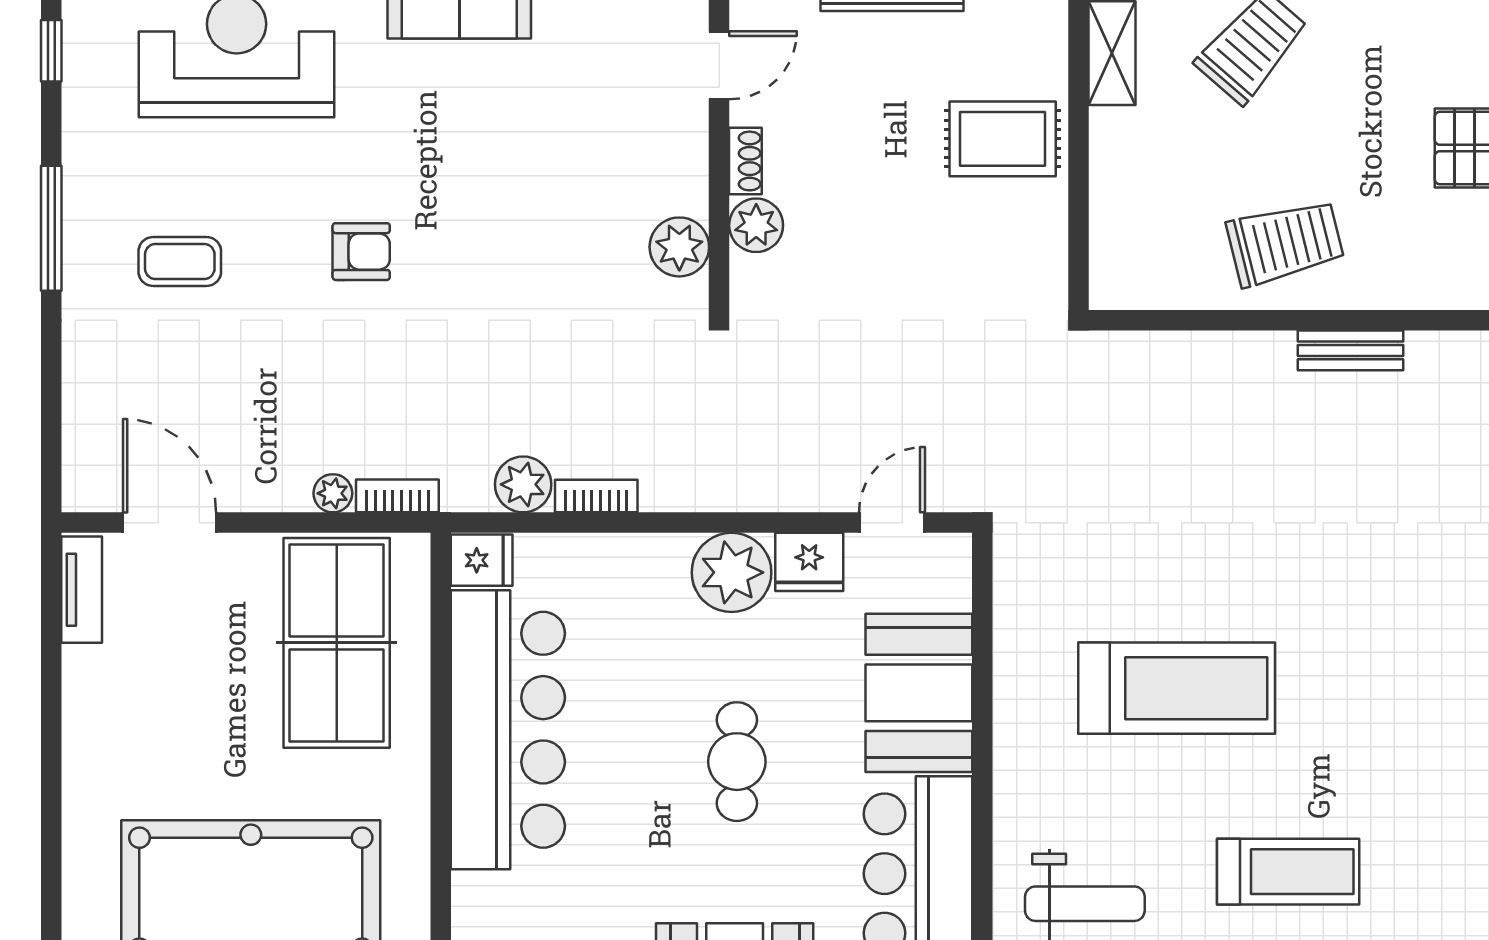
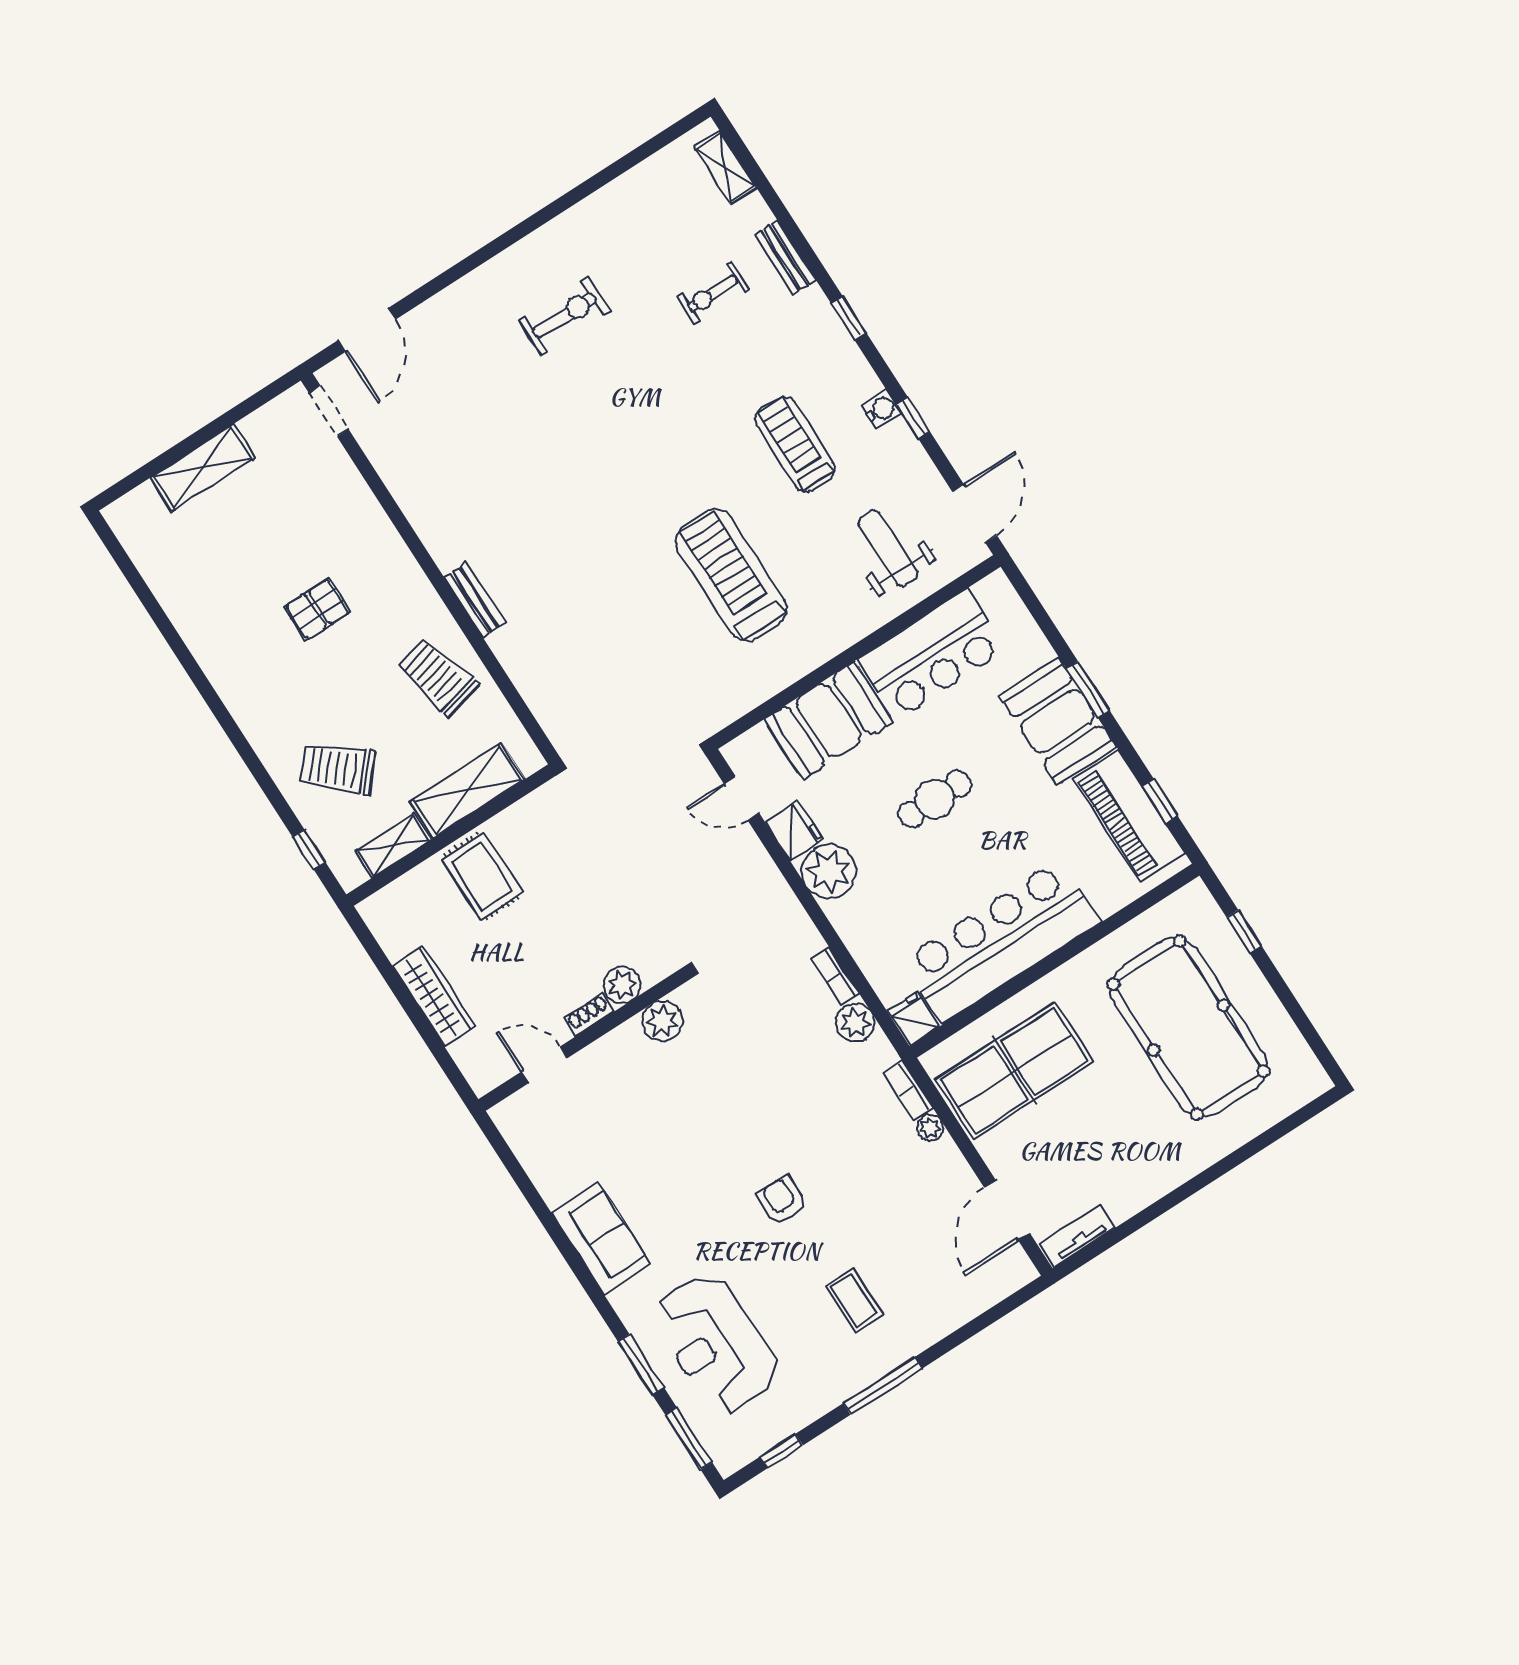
shelving: (1121, 189) -> (468, 790), added

